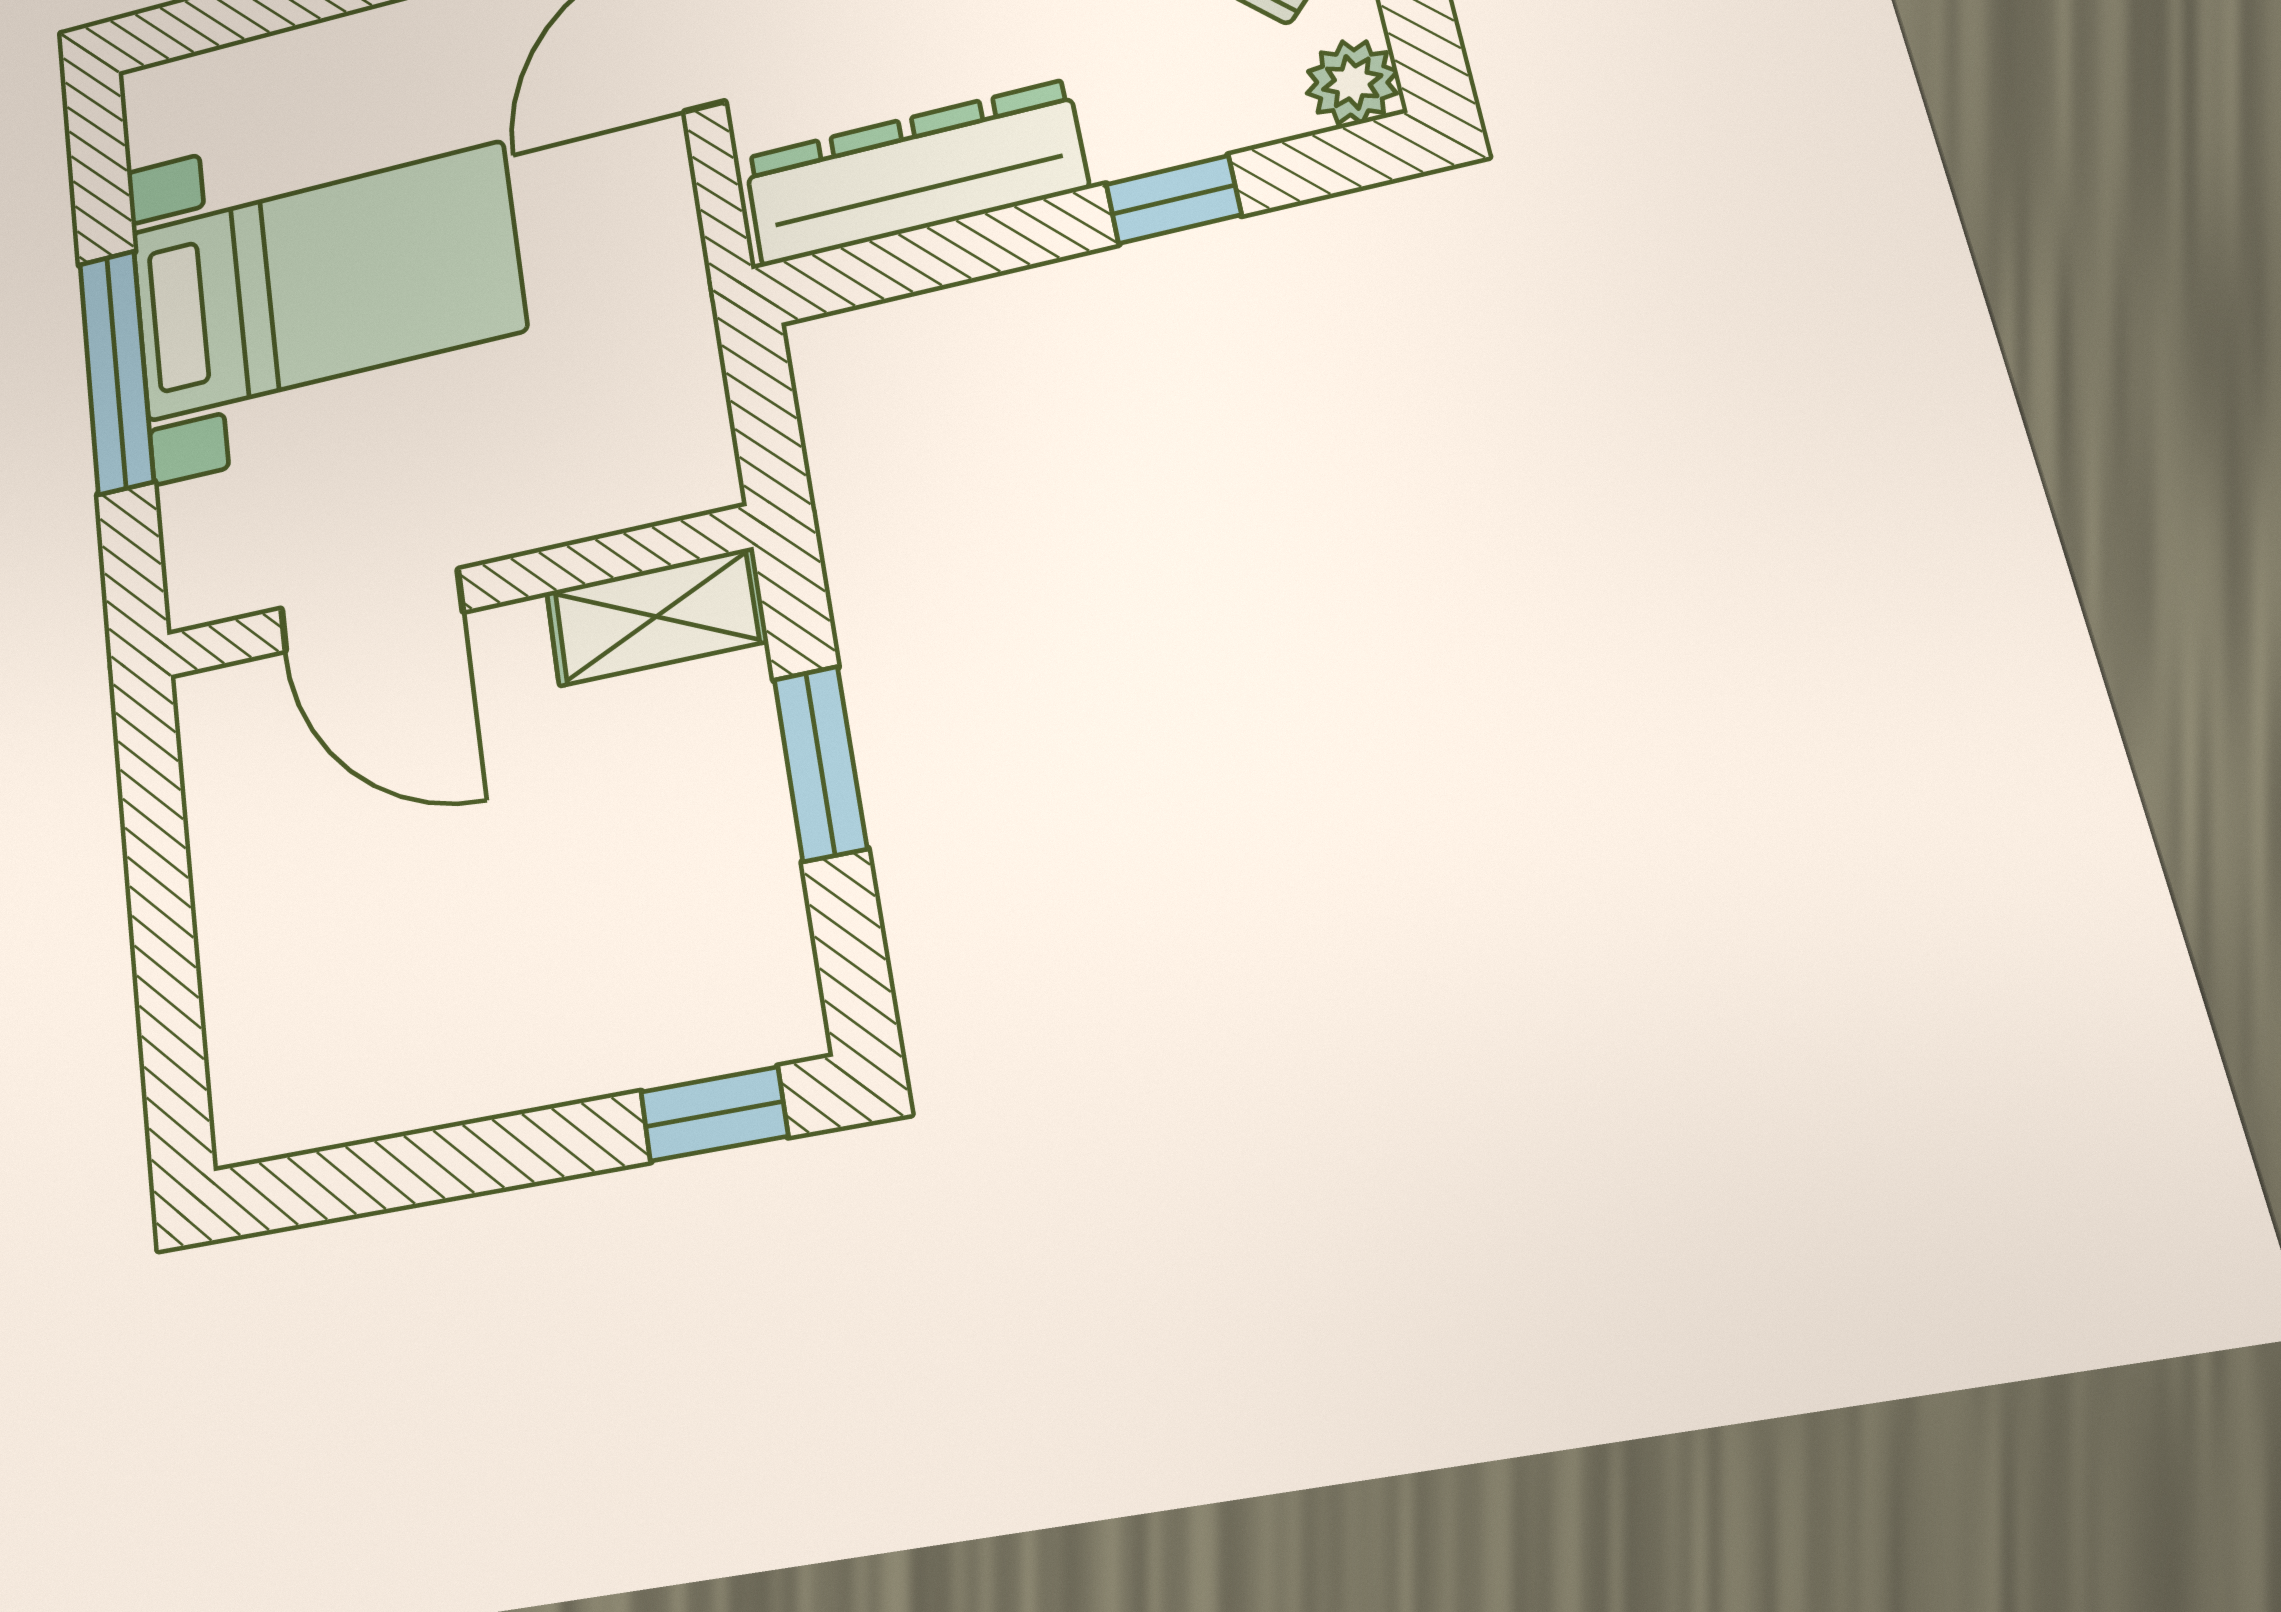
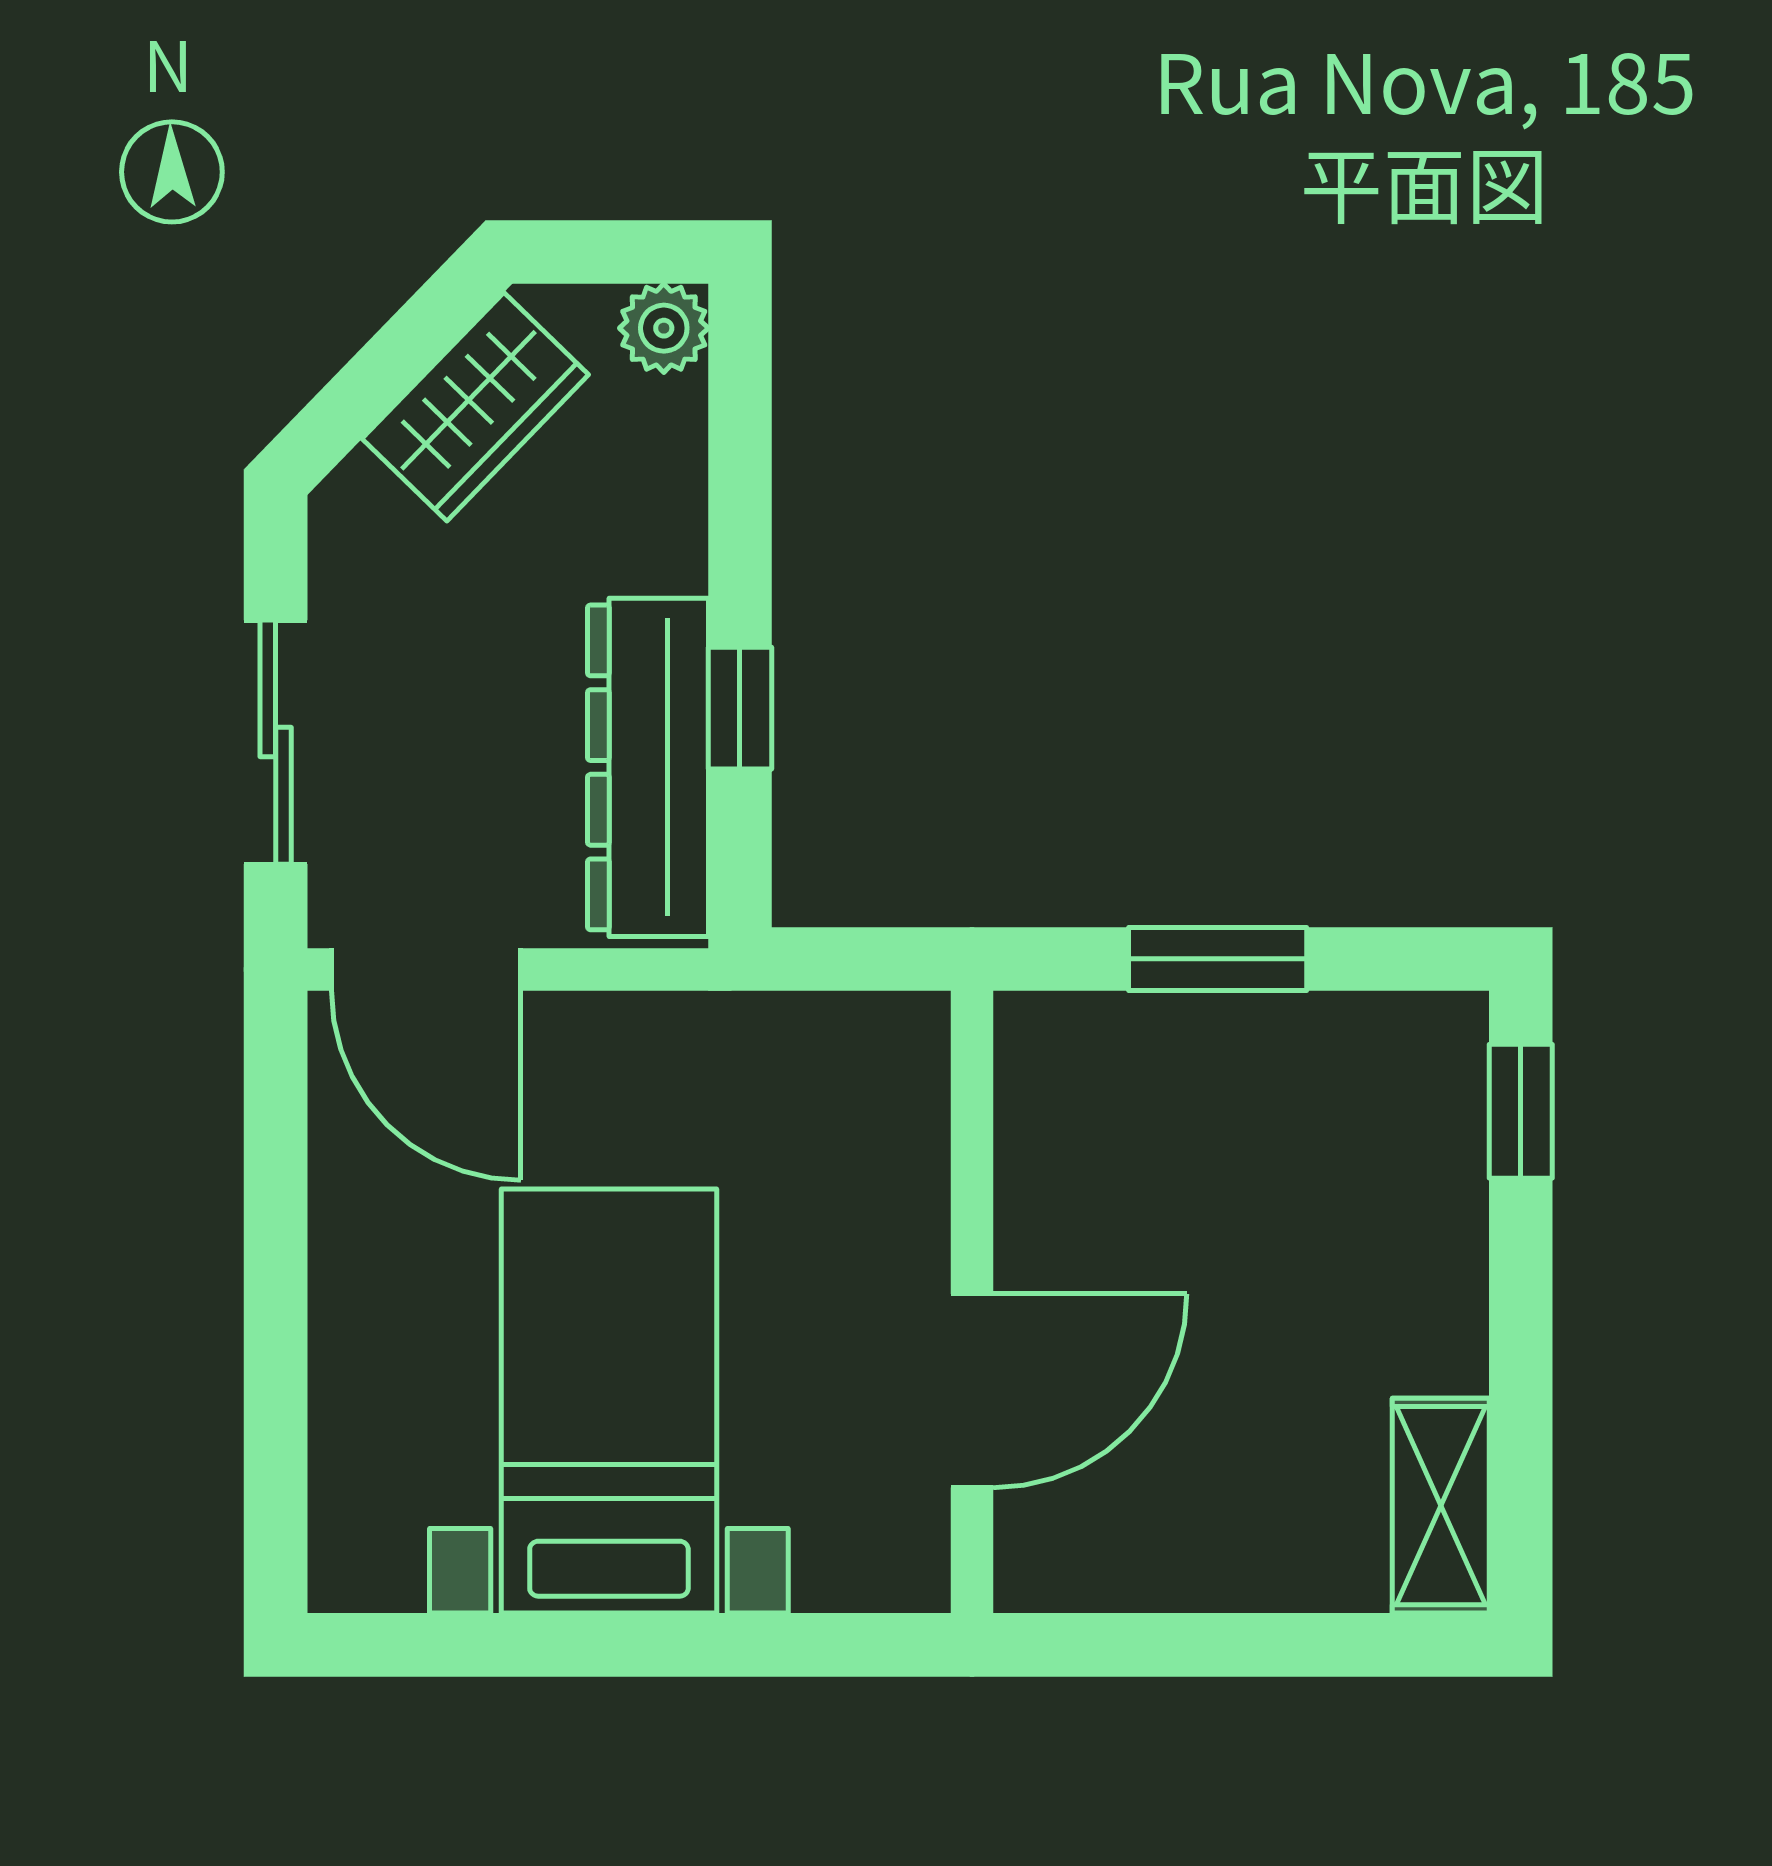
window: (1173, 200) -> (740, 708), moved
window: (116, 372) -> (653, 1645), removed
shelving: (656, 617) -> (1441, 1506), moved

